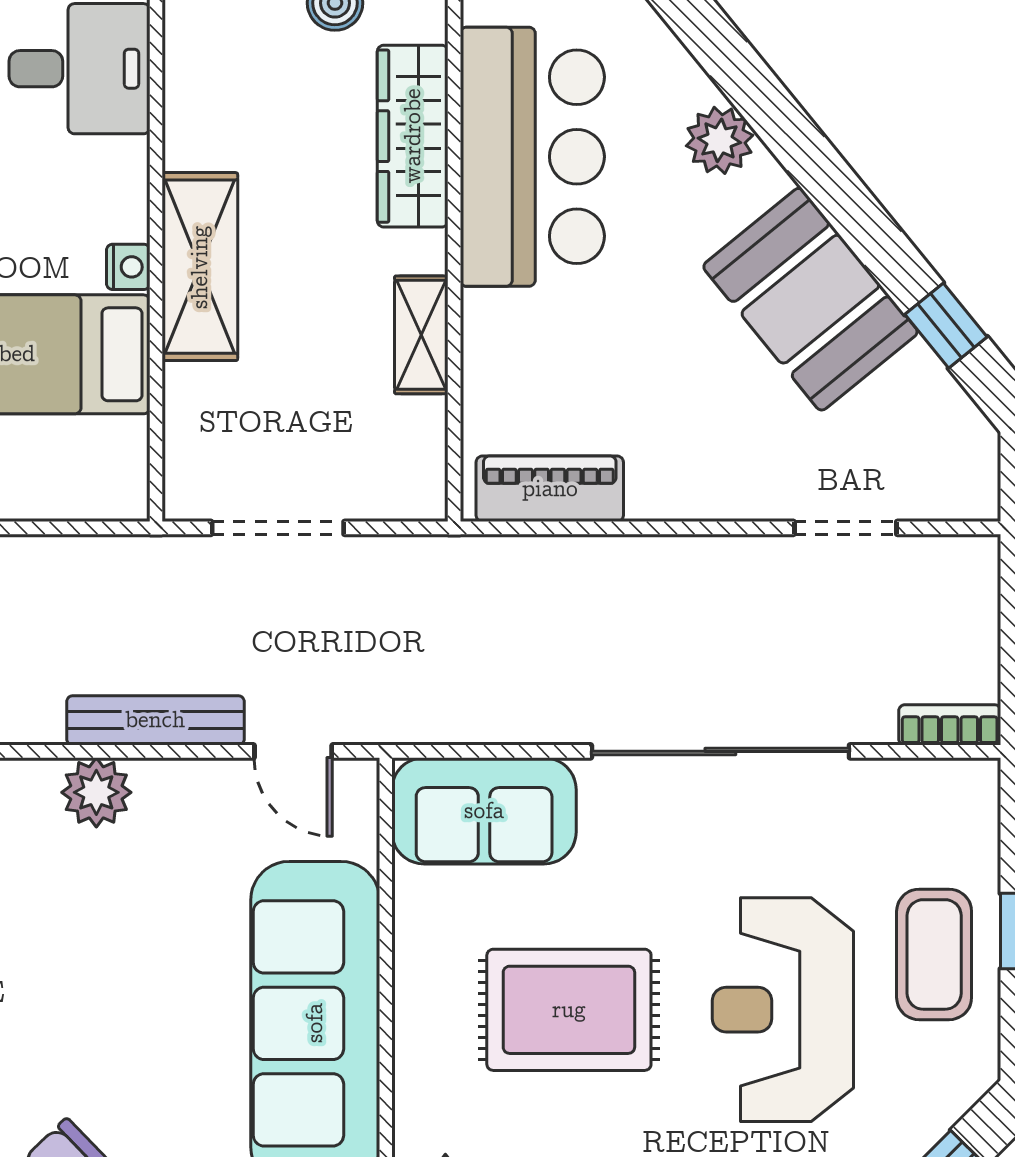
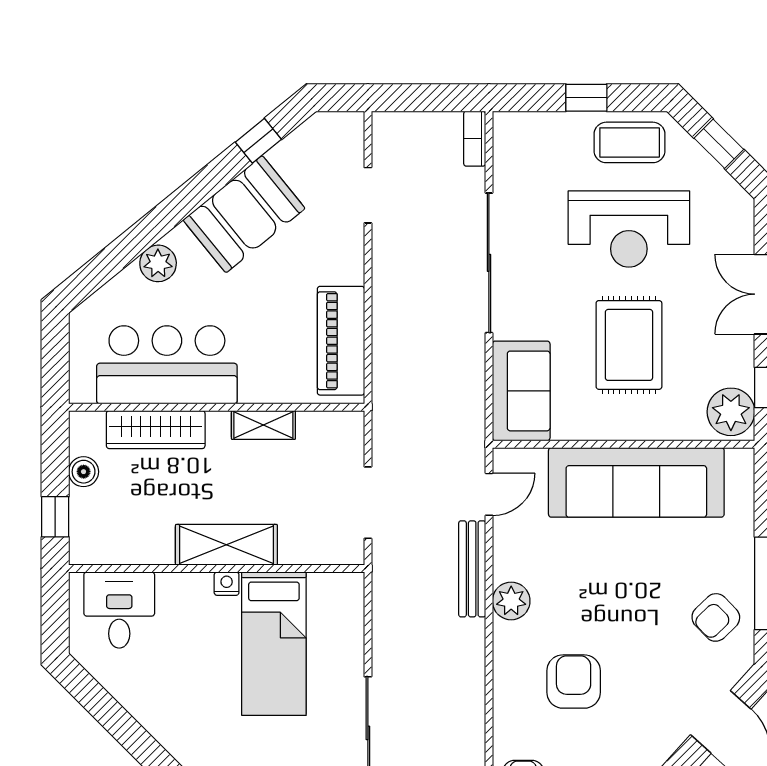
piano: (550, 489) -> (341, 341), width x1.37, depth x1.33
coffee table: (934, 954) -> (630, 142), moved

